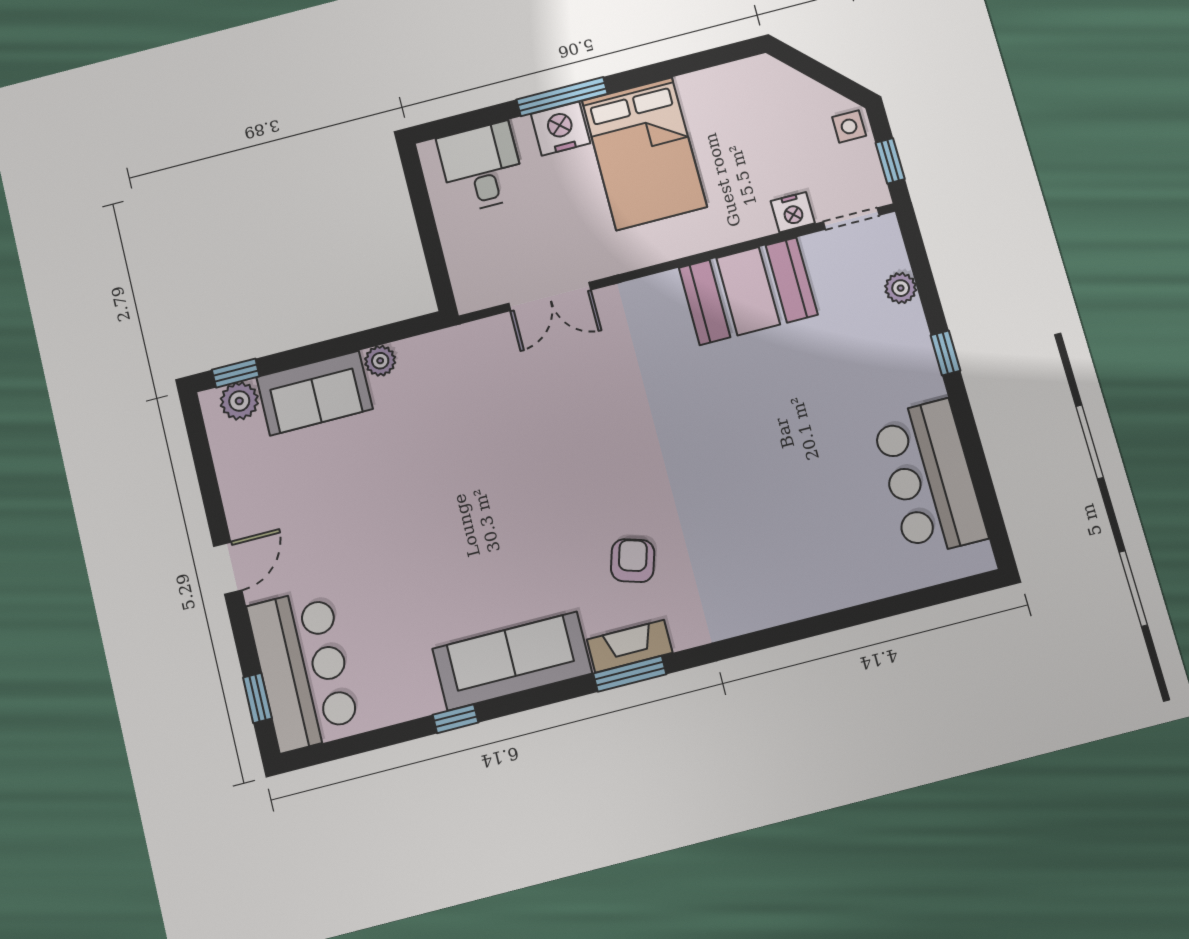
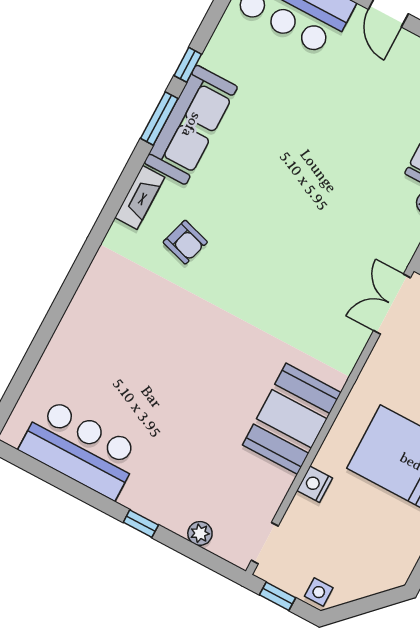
nightstand: (793, 212) -> (315, 484), moved
booth: (748, 291) -> (292, 419), moved
double door: (550, 297) -> (392, 304), moved
window: (630, 674) -> (159, 118), moved

